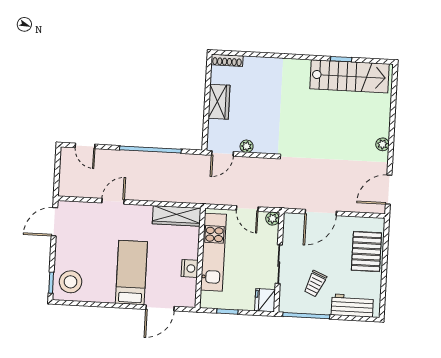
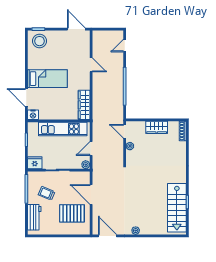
pallet: (366, 252) -> (72, 213), moved
nightstand: (190, 268) -> (33, 115), moved

